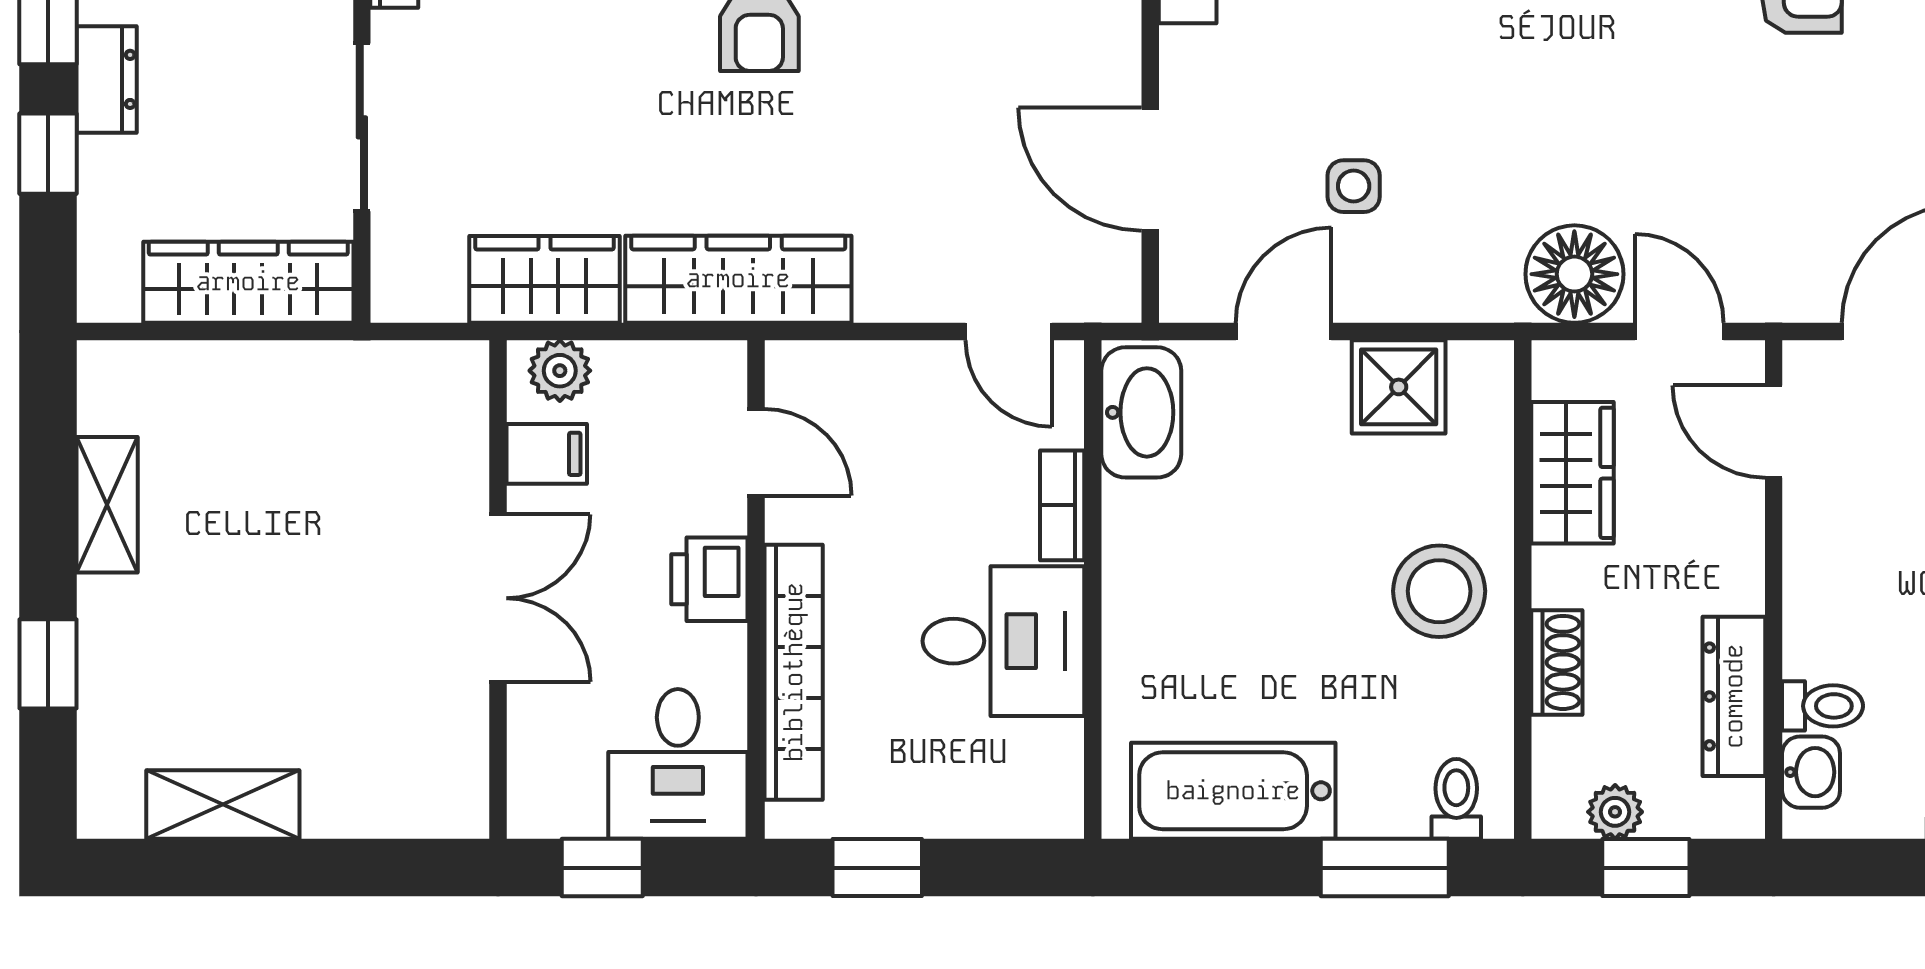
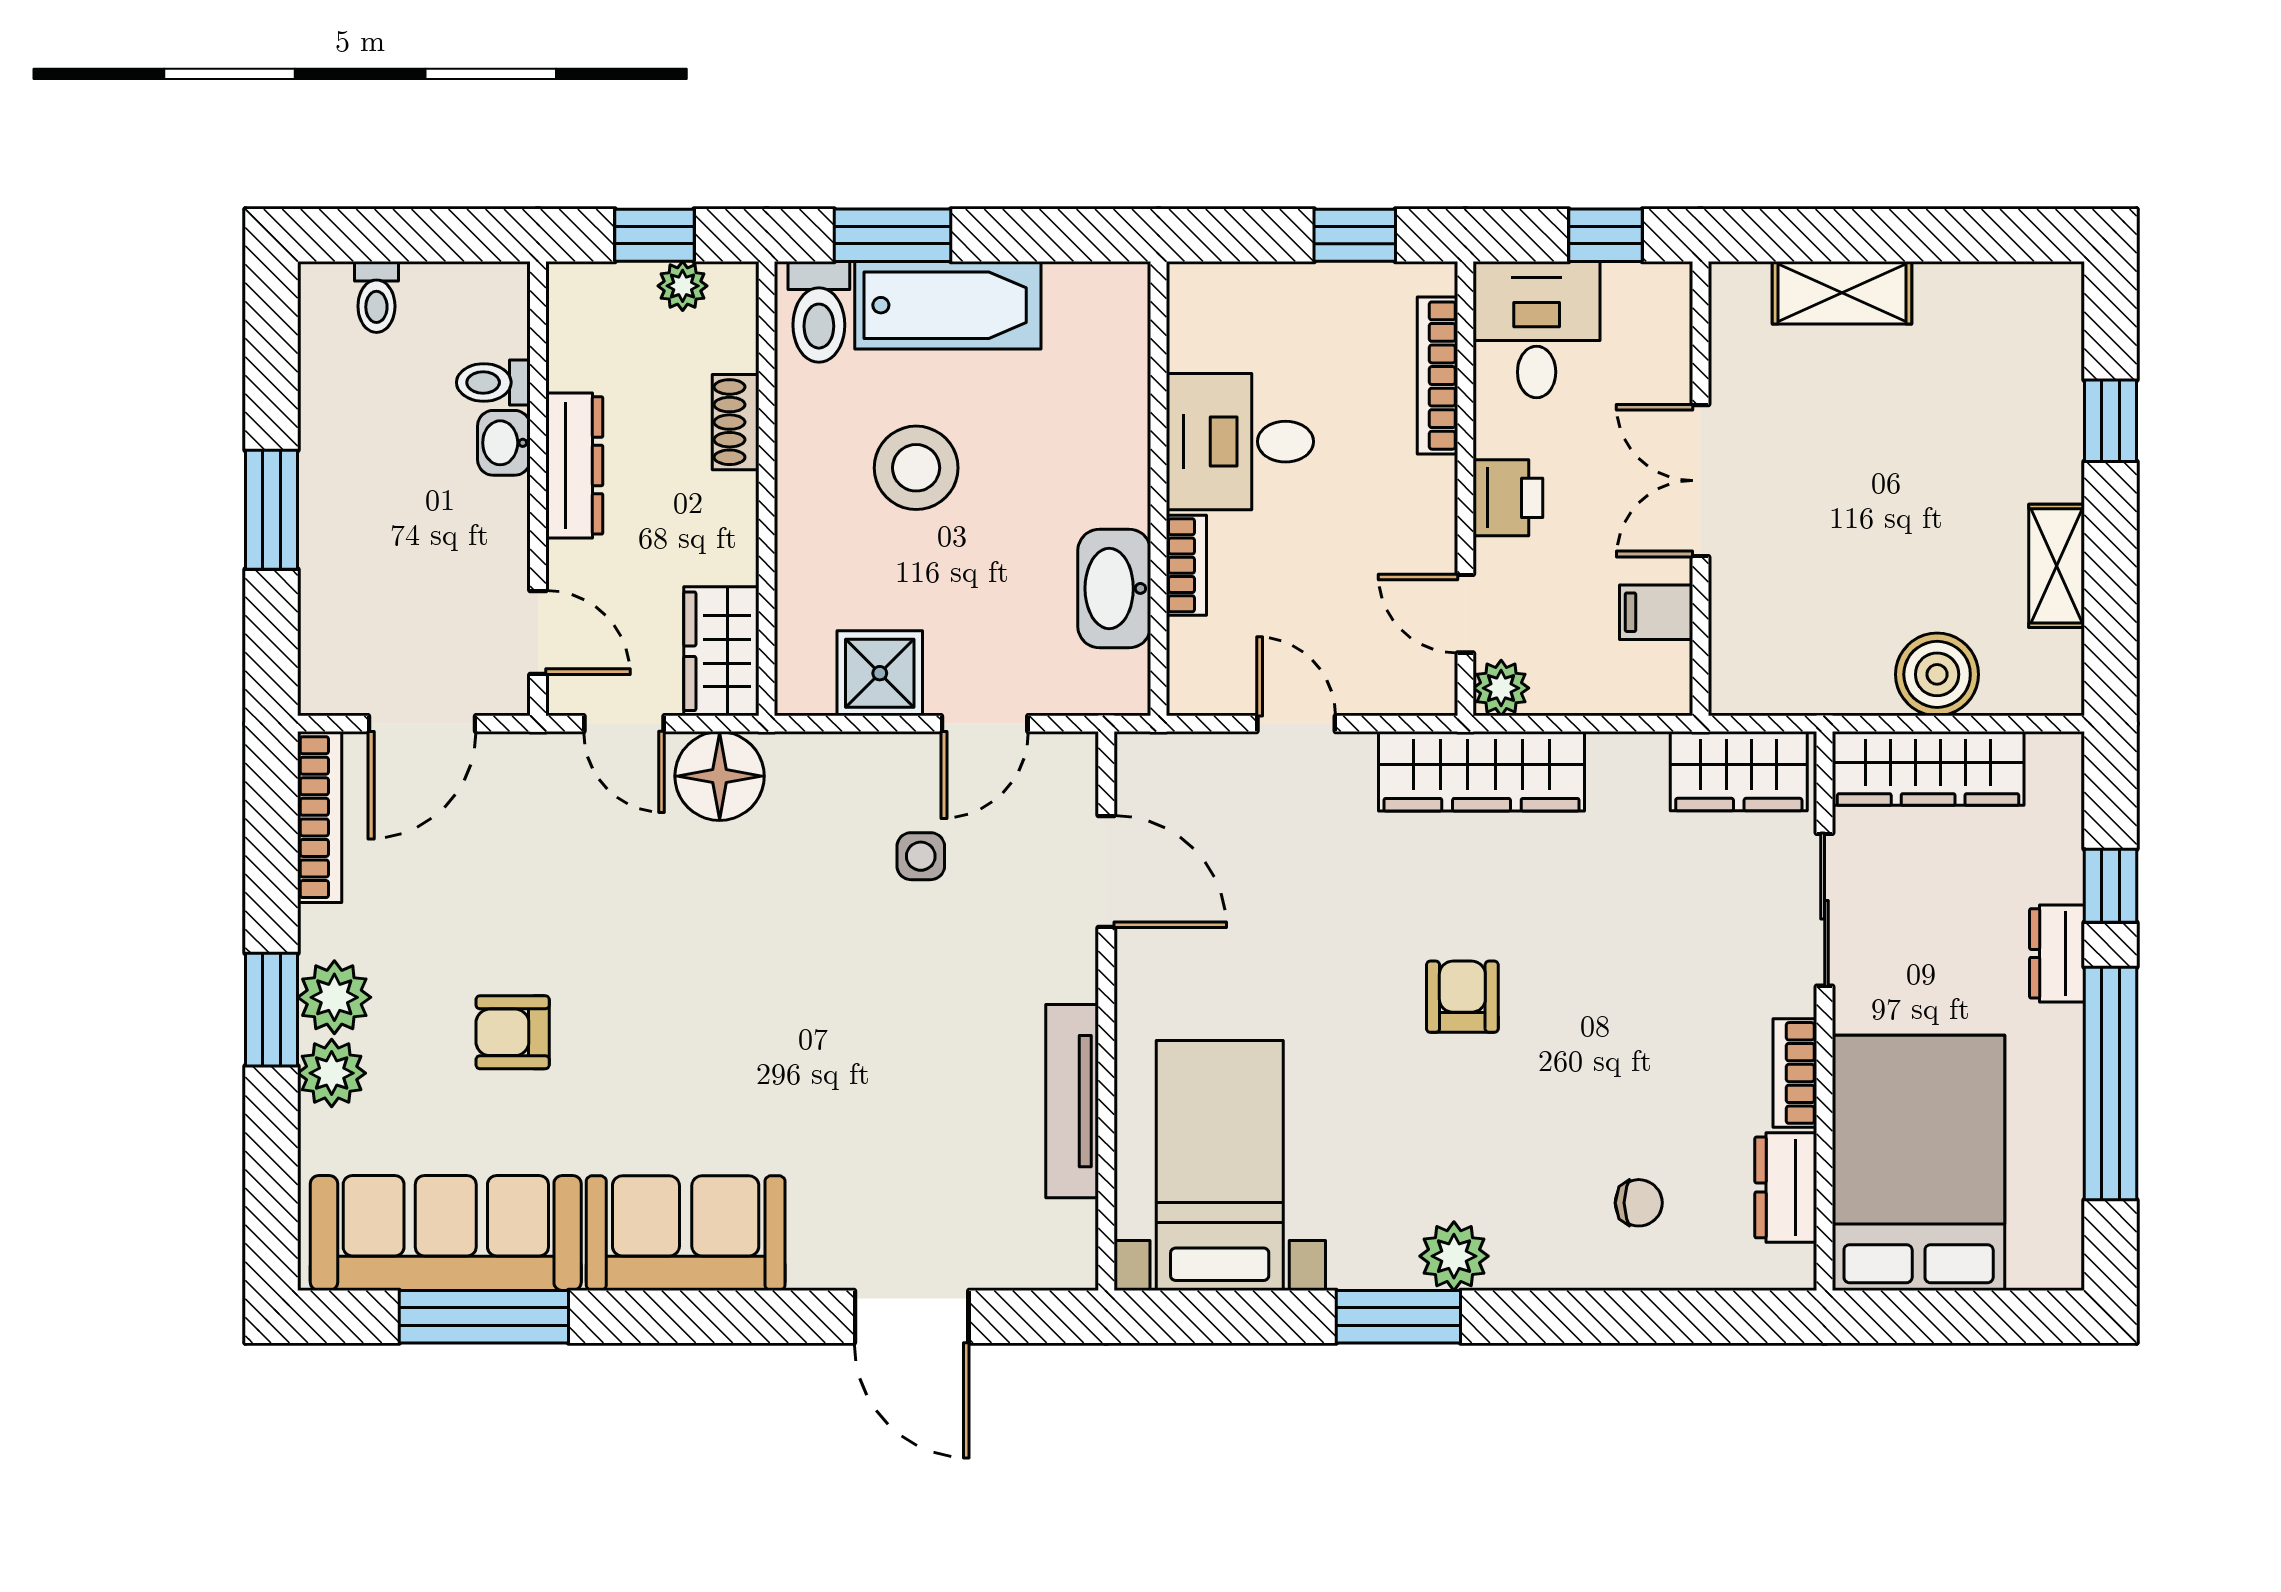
wardrobe: (544, 279) -> (1739, 771), moved
door: (1009, 332) -> (1296, 724), moved
plant: (560, 371) -> (1501, 688), moved
boiler: (238, 386) -> (1937, 674), added
washbasin: (1141, 412) -> (1114, 588), moved
wardrobe: (1573, 473) -> (721, 651), moved
stool: (1439, 591) -> (916, 468), moved
bookcase: (794, 672) -> (1437, 376), width x0.68, depth x0.76
dresser: (1734, 696) -> (574, 465), moved
washbasin: (1811, 772) -> (504, 443), moved
bathtub: (1233, 791) -> (948, 305), moved
toilet: (1456, 799) -> (819, 312), width x1.37, depth x1.39
shelving: (223, 804) -> (1842, 293), moved

